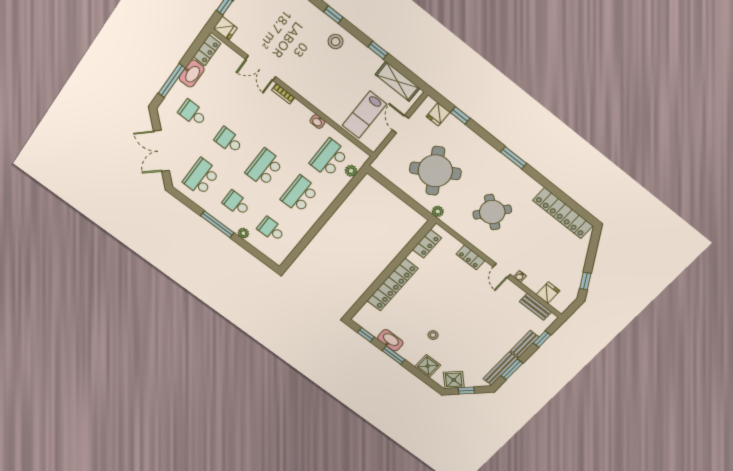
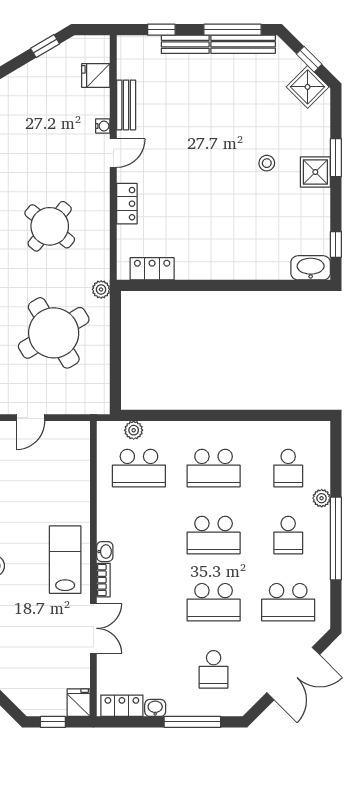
washbasin: (192, 73) -> (155, 708), width x0.52, depth x0.69
lab bench: (364, 115) -> (65, 560), moved, turned -90
washbasin: (318, 121) -> (105, 552), moved
school desk: (229, 141) -> (214, 602), width x1.85
window: (217, 224) -> (336, 538), width x1.46
locker: (392, 285) -> (240, 266), removed
bench: (535, 307) -> (126, 105), moved
washbasin: (390, 340) -> (311, 268), moved, turned 90
window: (393, 355) -> (336, 158), moved
shower: (428, 366) -> (315, 172), moved
window: (512, 369) -> (233, 30), width x1.44

